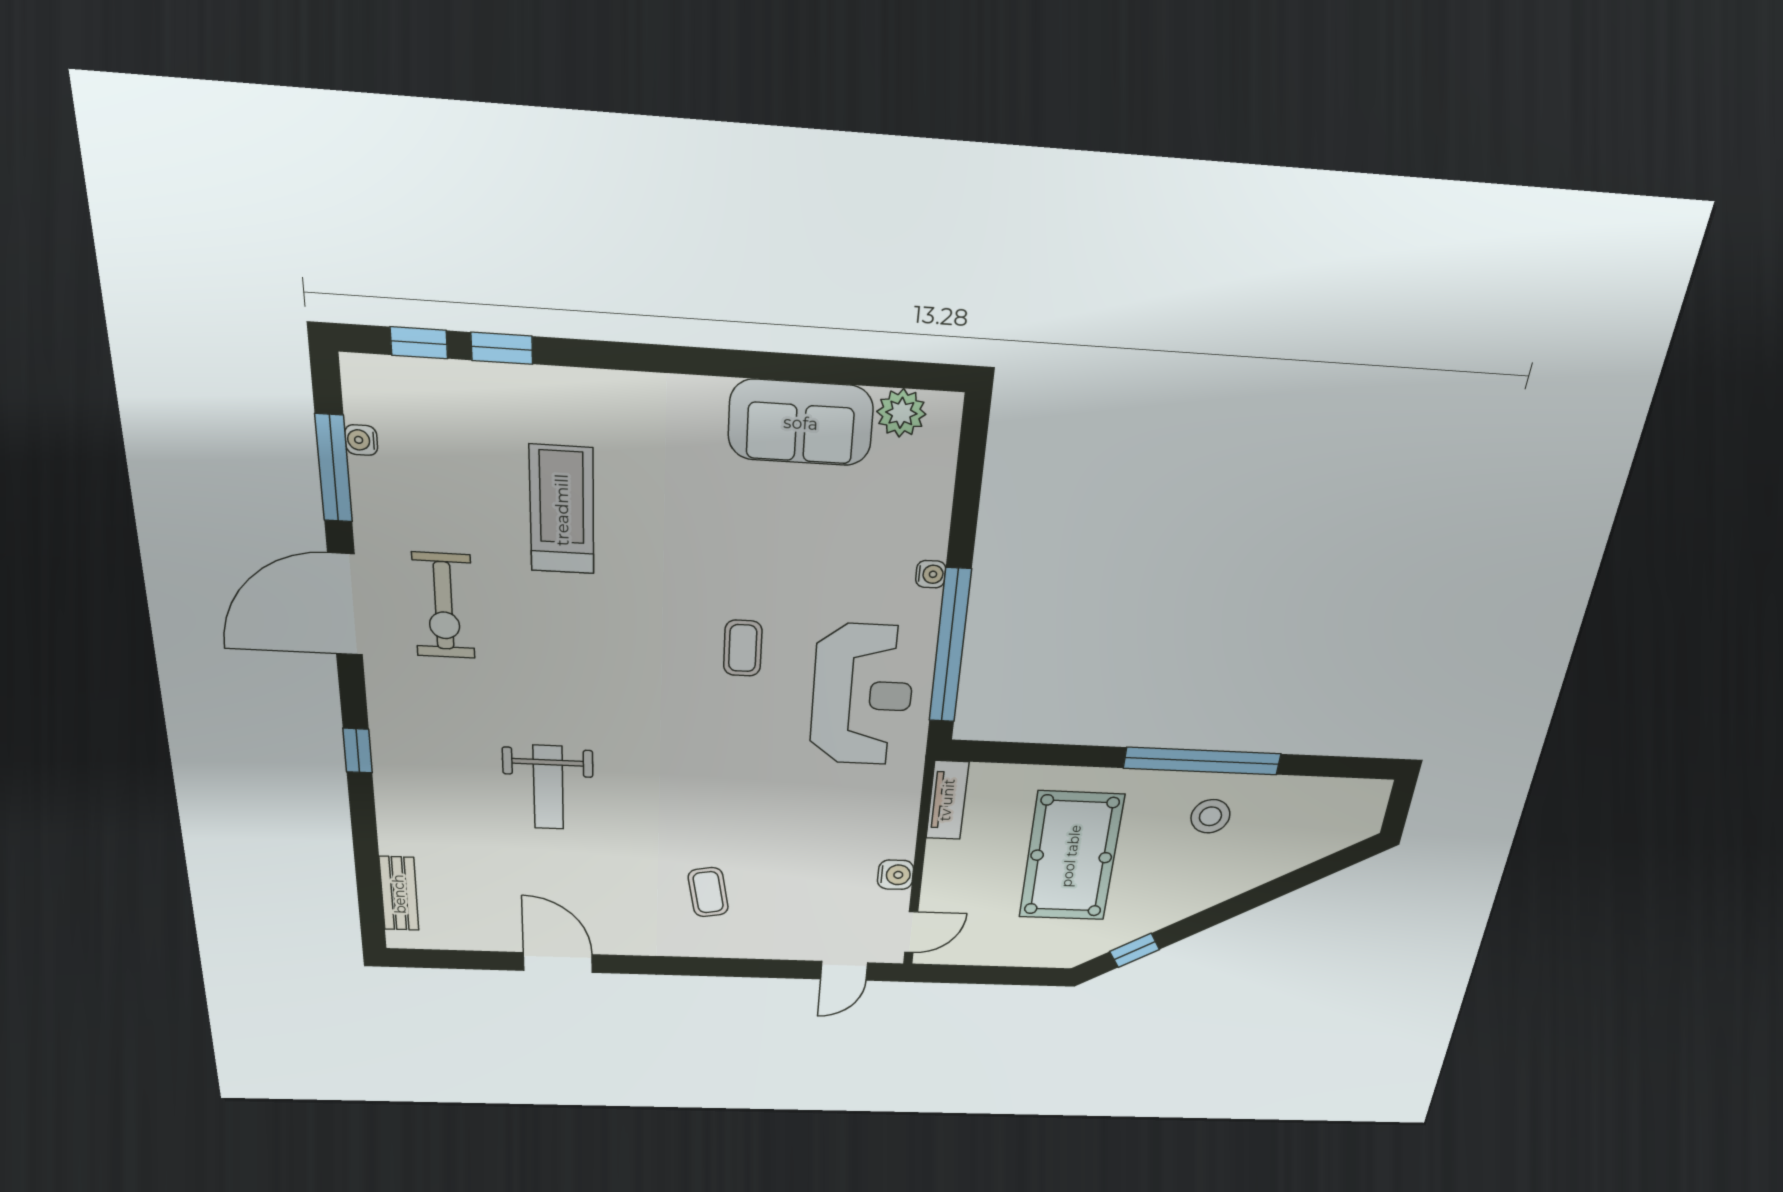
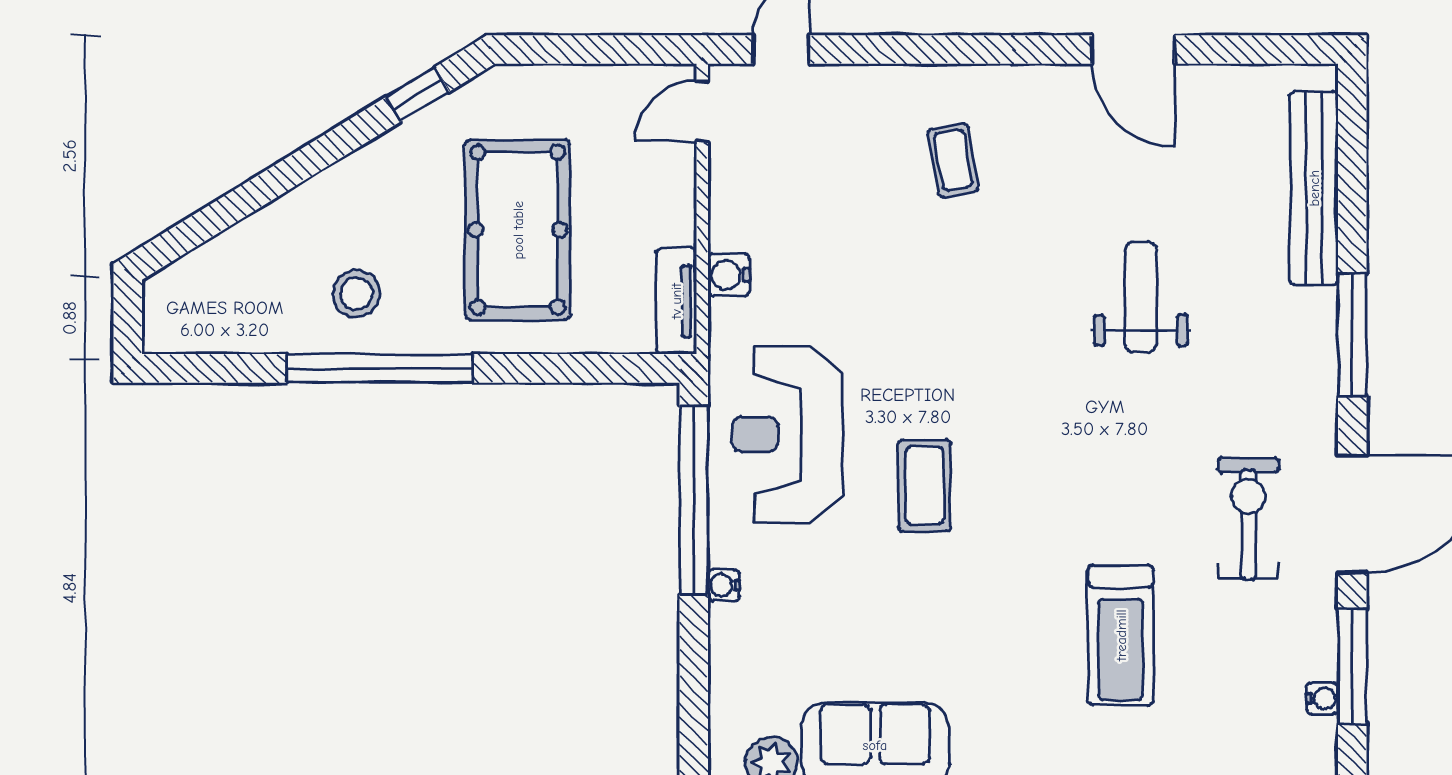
coffee table: (743, 648) -> (925, 485), width x1.36, depth x1.30
window: (358, 751) -> (1352, 335), width x2.17
water cooler: (896, 875) -> (729, 275), moved
bench: (399, 894) -> (1314, 188), width x1.86, depth x1.21

